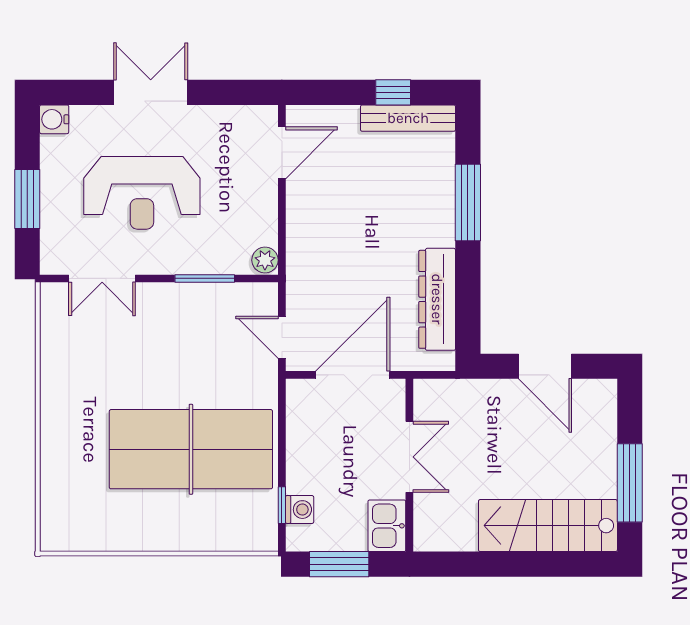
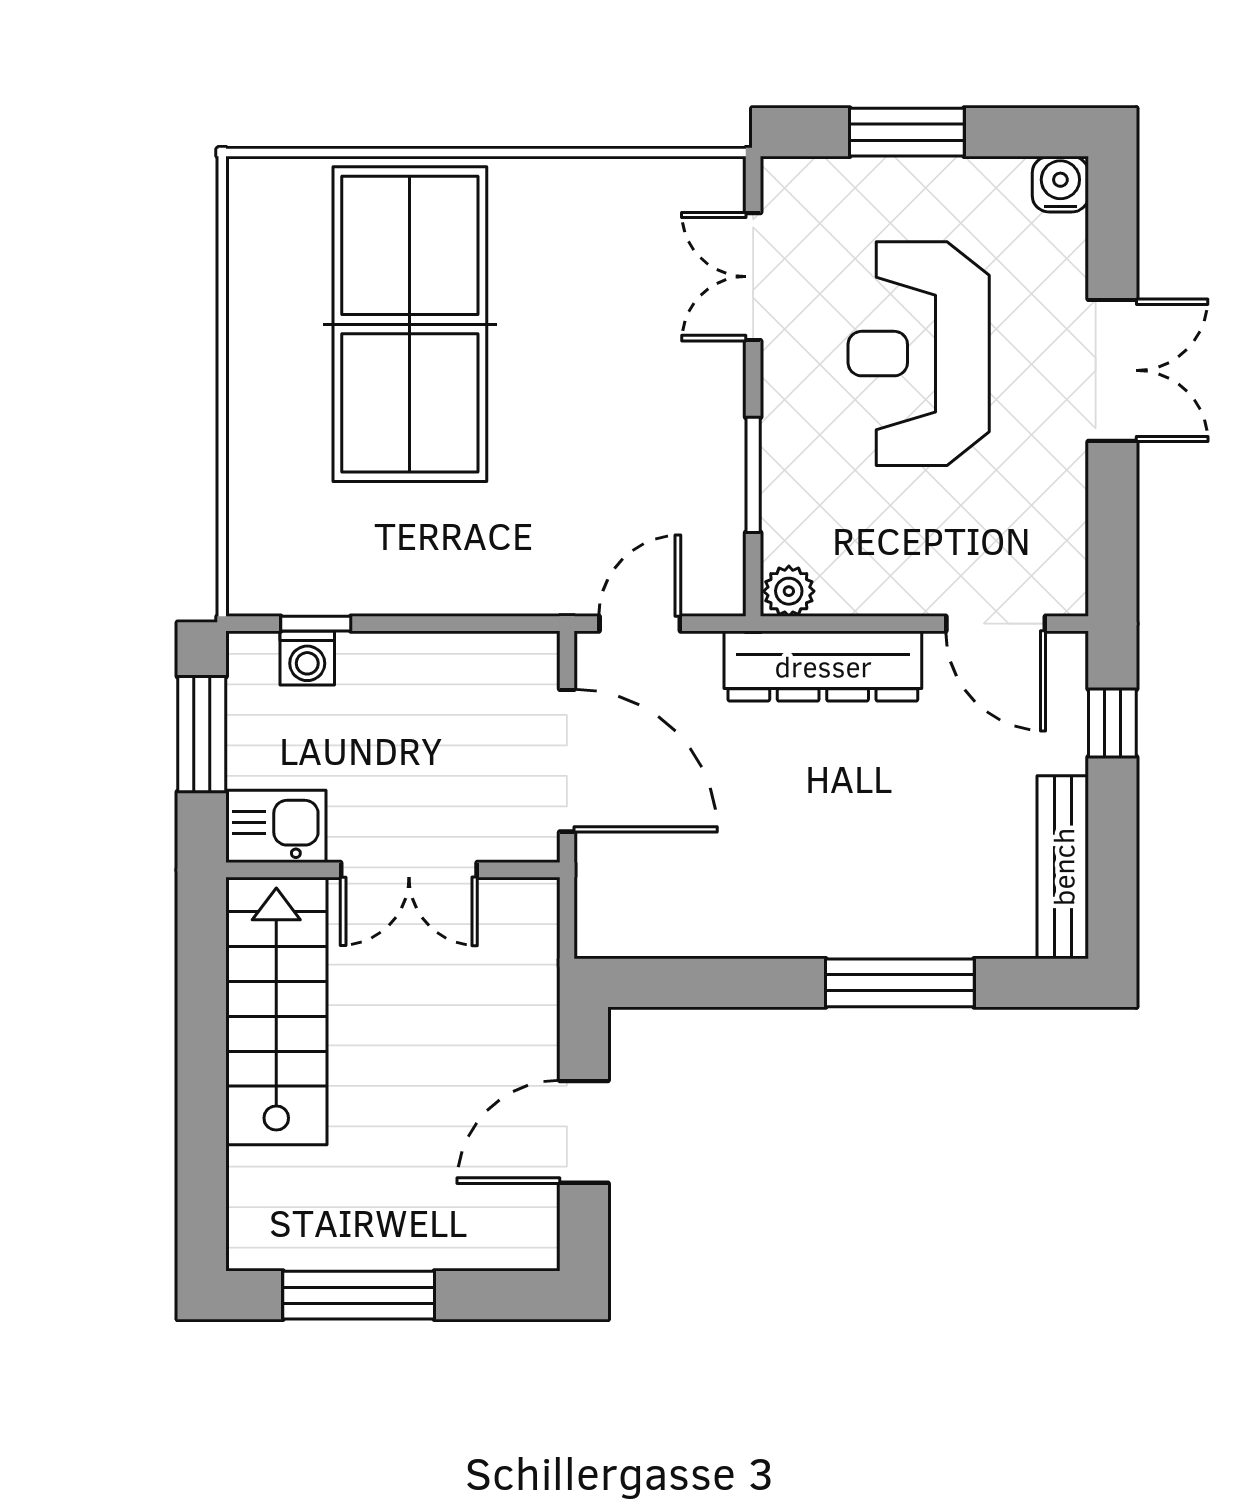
window: (393, 92) -> (1112, 723), moved
dresser: (437, 299) -> (823, 666), moved, turned 180
table tennis table: (191, 449) -> (410, 324), moved
stairs: (548, 526) -> (276, 1011), moved

